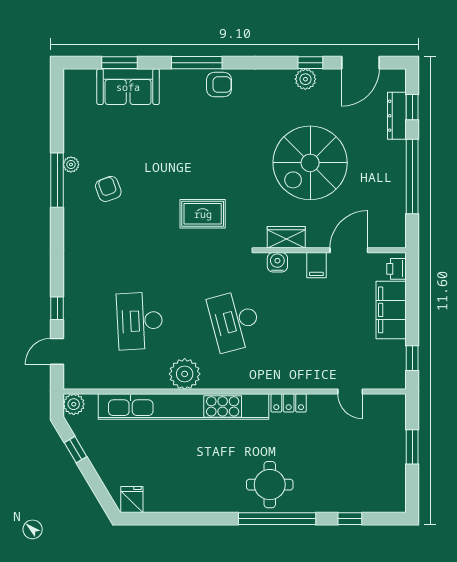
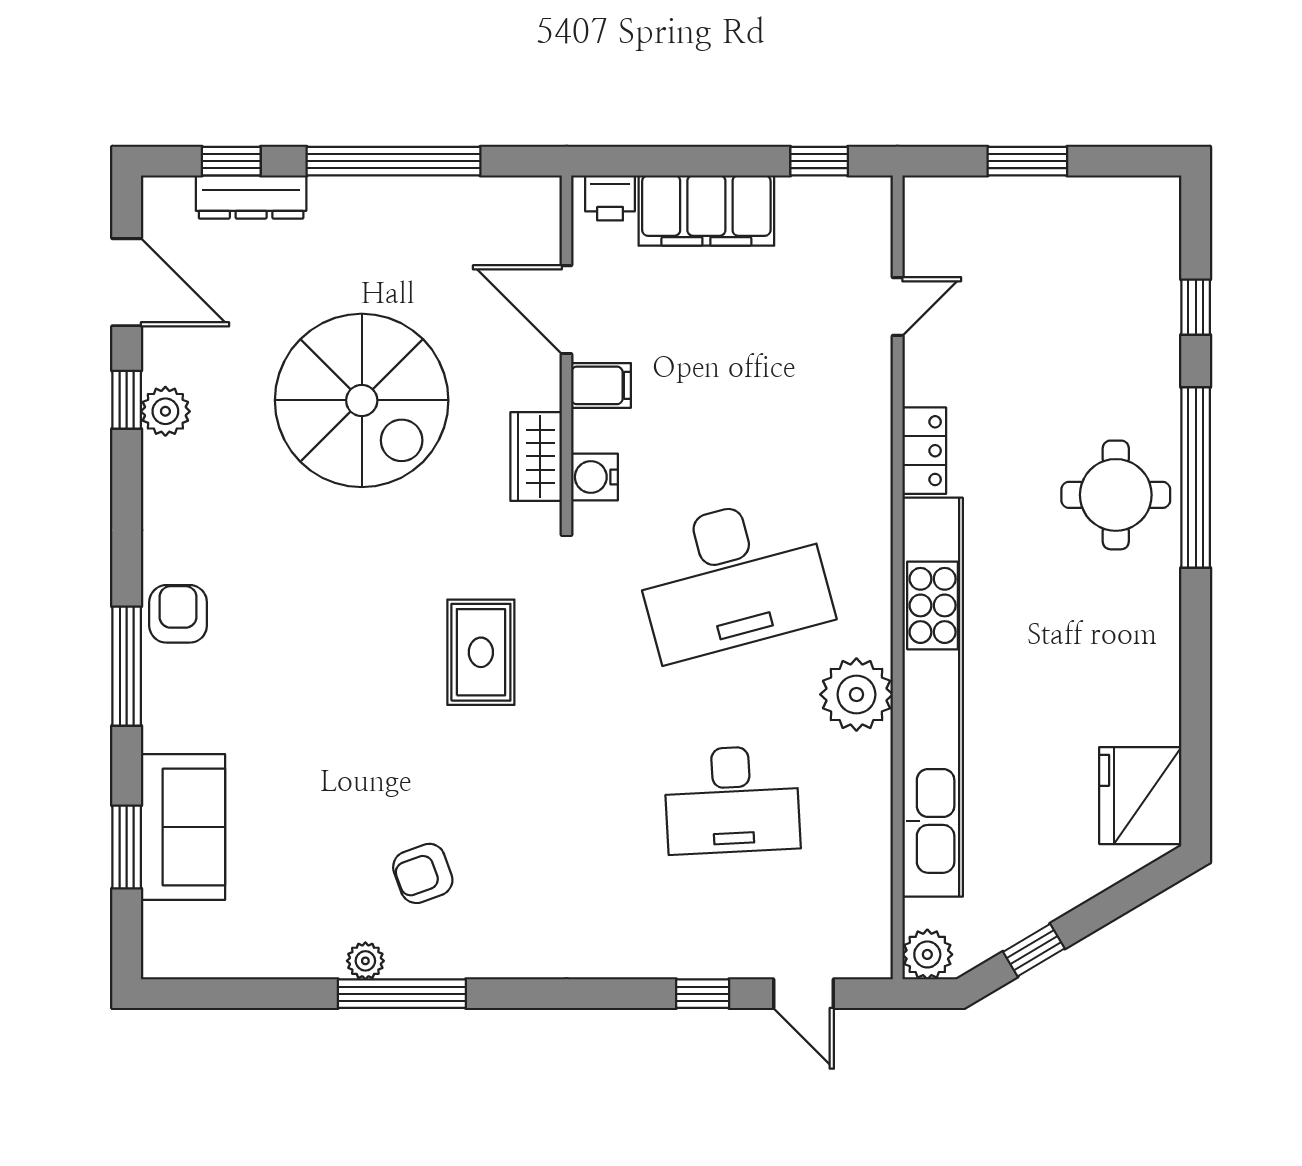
desk: (235, 321) -> (732, 577), width x1.36, depth x1.30
fridge: (132, 499) -> (1140, 796), width x1.88, depth x1.34

